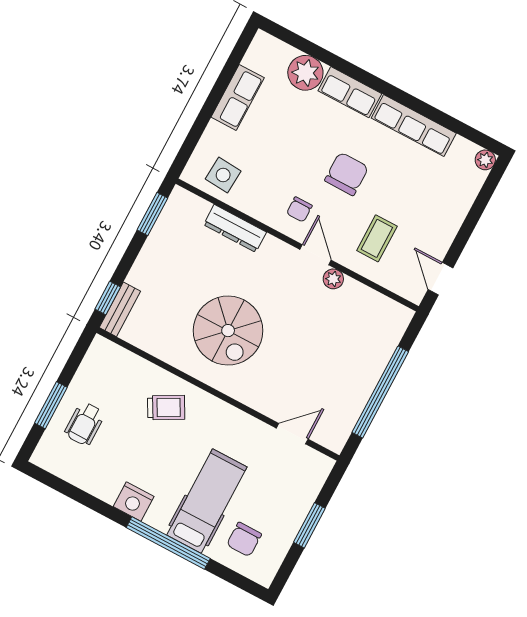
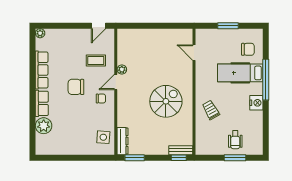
row of seats: (238, 97) -> (68, 148), removed
dresser: (235, 228) -> (123, 141), moved
window: (380, 392) -> (158, 26), removed
wheelchair: (85, 424) -> (235, 140), turned 90

